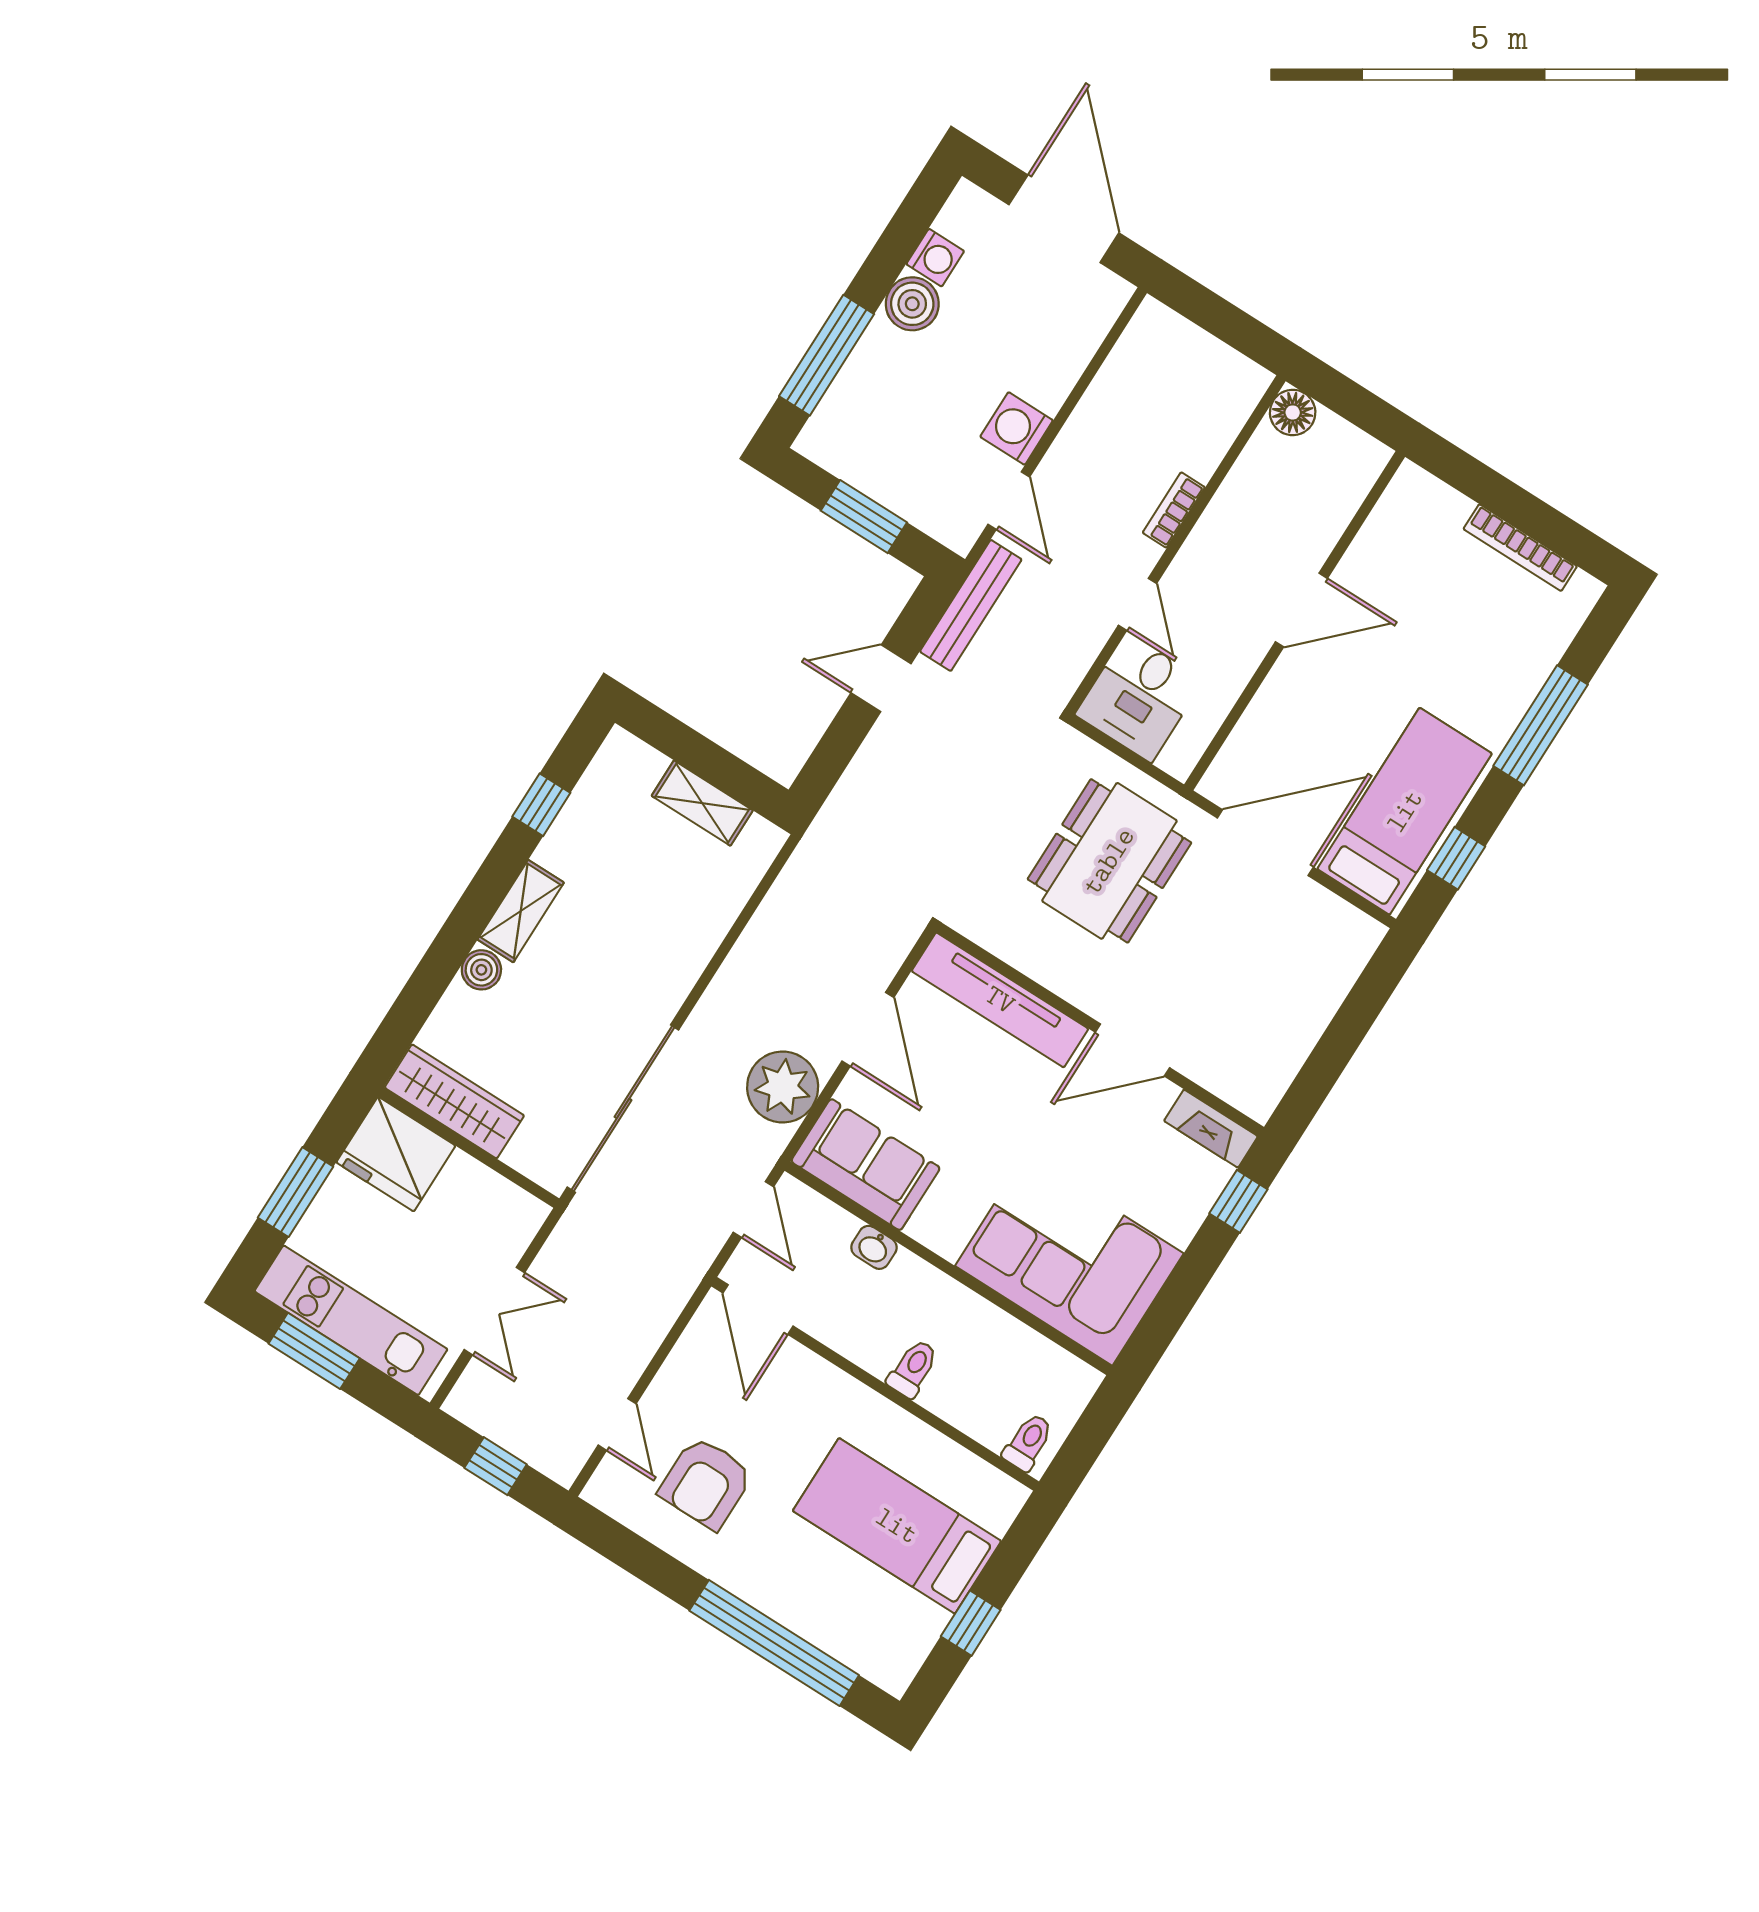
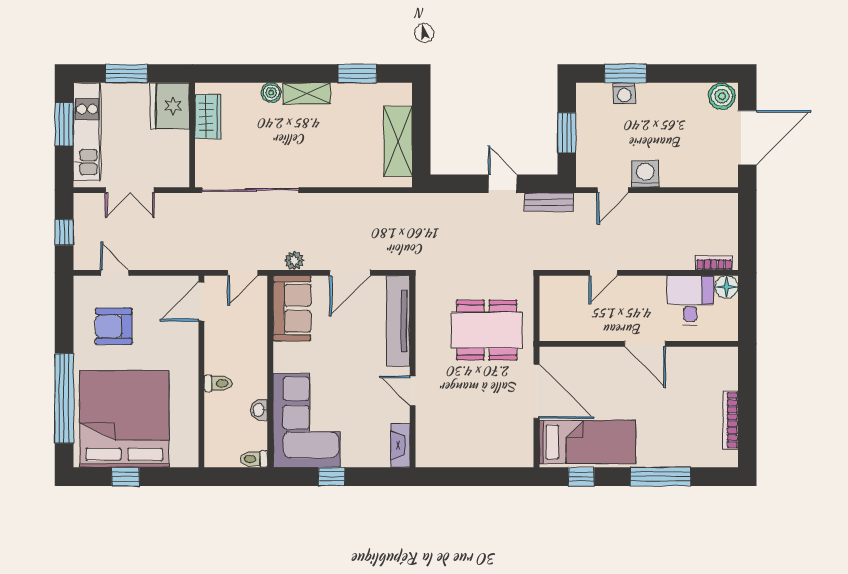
washing machine: (935, 258) -> (624, 93), moved
boiler: (912, 304) -> (722, 96), moved
window: (827, 355) -> (625, 74), width x0.69
bookcase: (1174, 510) -> (714, 263), moved
bench: (971, 605) -> (549, 202), width x0.73
desk: (1139, 697) -> (690, 300), moved, turned 90
shelving: (702, 803) -> (398, 141), width x1.50, depth x1.33
window: (541, 805) -> (357, 74), width x1.50
door: (1132, 1050) -> (413, 391), width x0.73
plant: (783, 1087) -> (294, 260), width x0.53, depth x0.53
wardrobe: (454, 1101) -> (208, 117), width x0.67
window: (1238, 1201) -> (332, 477), moved
washbasin: (874, 1247) -> (259, 410), moved
door: (617, 1424) -> (115, 273), swing flipped
toilet: (1028, 1442) -> (254, 459), moved, turned 180
bed: (897, 1526) -> (124, 419), width x2.04

